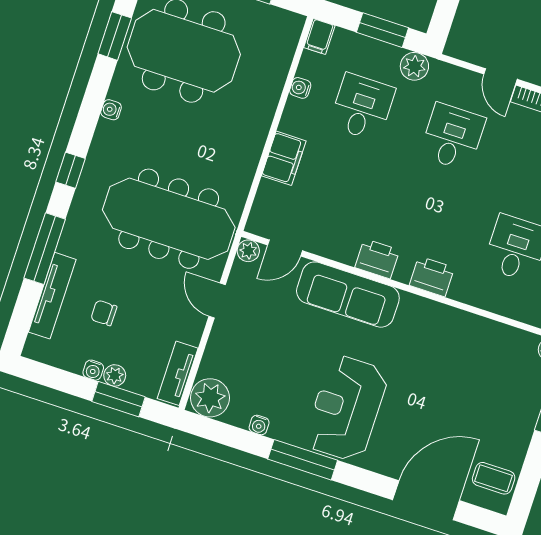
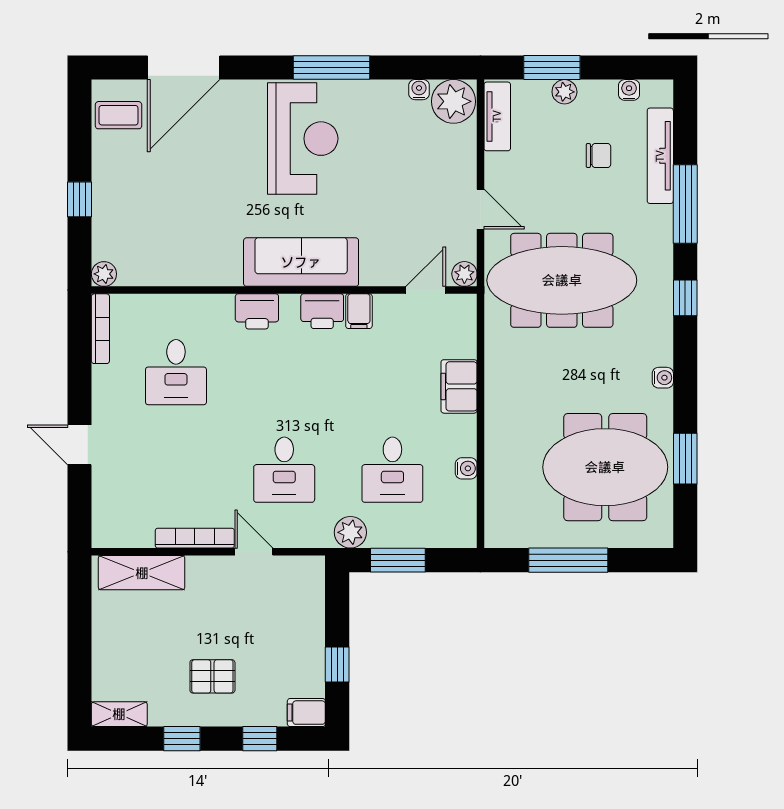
filing cabinet: (319, 37) -> (359, 311), moved, turned 180
sofa: (348, 295) -> (301, 262), moved
water cooler: (93, 370) -> (629, 90), moved
water cooler: (259, 425) -> (419, 90), moved

